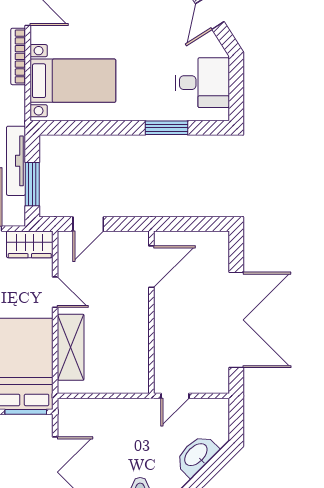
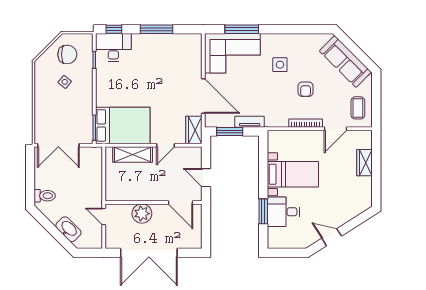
bed with nightstands: (73, 81) -> (293, 174), moved, turned -90
desk: (202, 83) -> (283, 212), moved, turned 90
tv unit: (16, 161) -> (250, 122), width x0.71
door: (88, 224) -> (206, 178), moved
plant: (170, 332) -> (142, 214), added

